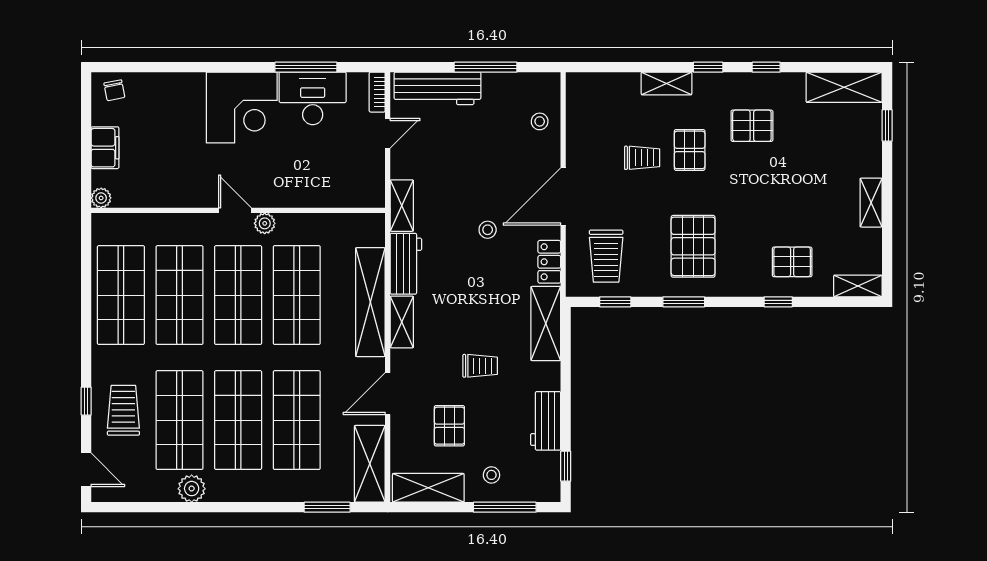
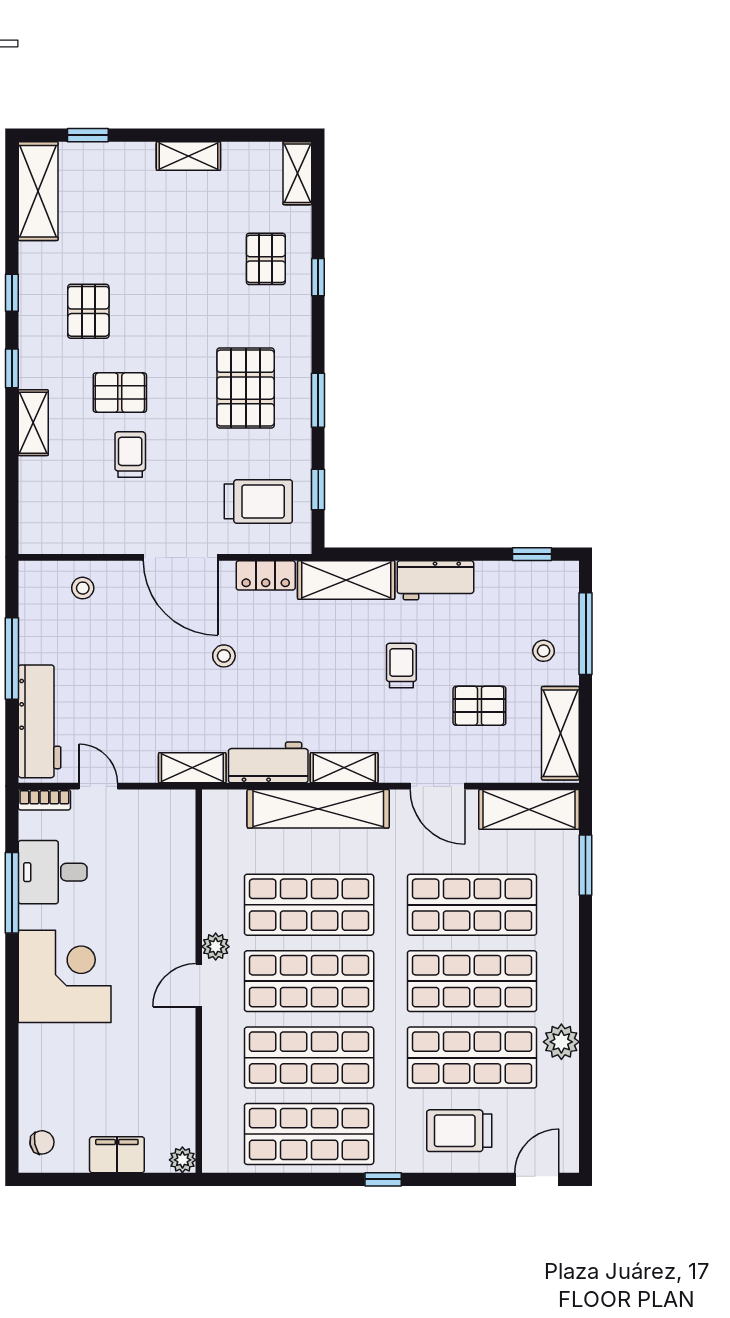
desk: (313, 98) -> (53, 872), width x0.73
pallet: (693, 246) -> (246, 388), turned 90
window: (86, 401) -> (383, 1179), moved
workbench: (546, 421) -> (435, 580), moved

